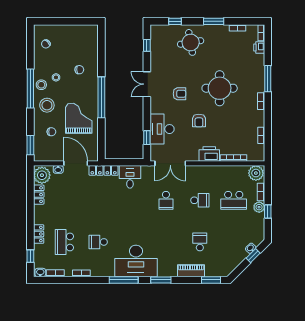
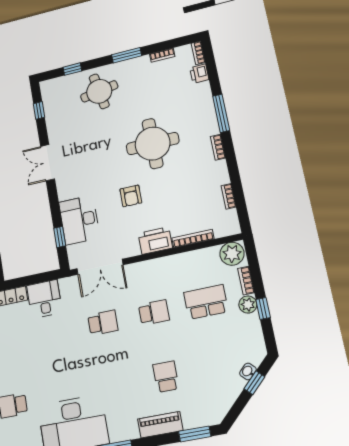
armchair: (179, 94) -> (96, 165), removed
school desk: (166, 200) -> (103, 323), turned -90
school desk: (234, 200) -> (206, 302), turned 180

